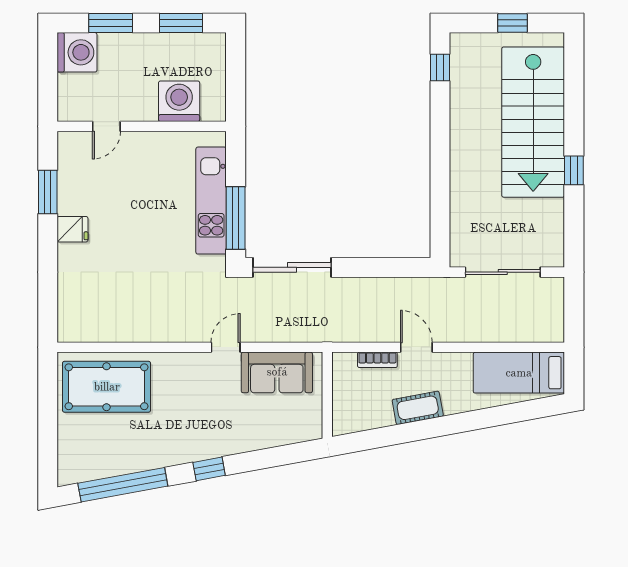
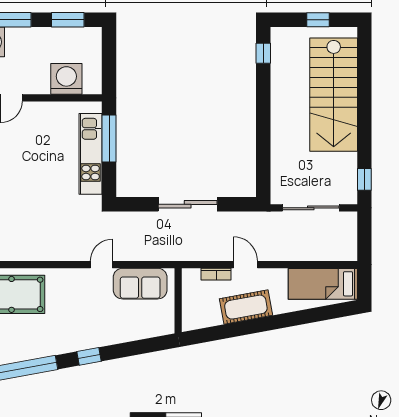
window: (574, 170) -> (364, 179), moved
window: (236, 218) -> (109, 138), moved
sliding door: (292, 267) -> (188, 204), moved
cot: (418, 408) -> (246, 307), width x1.37, depth x1.34

